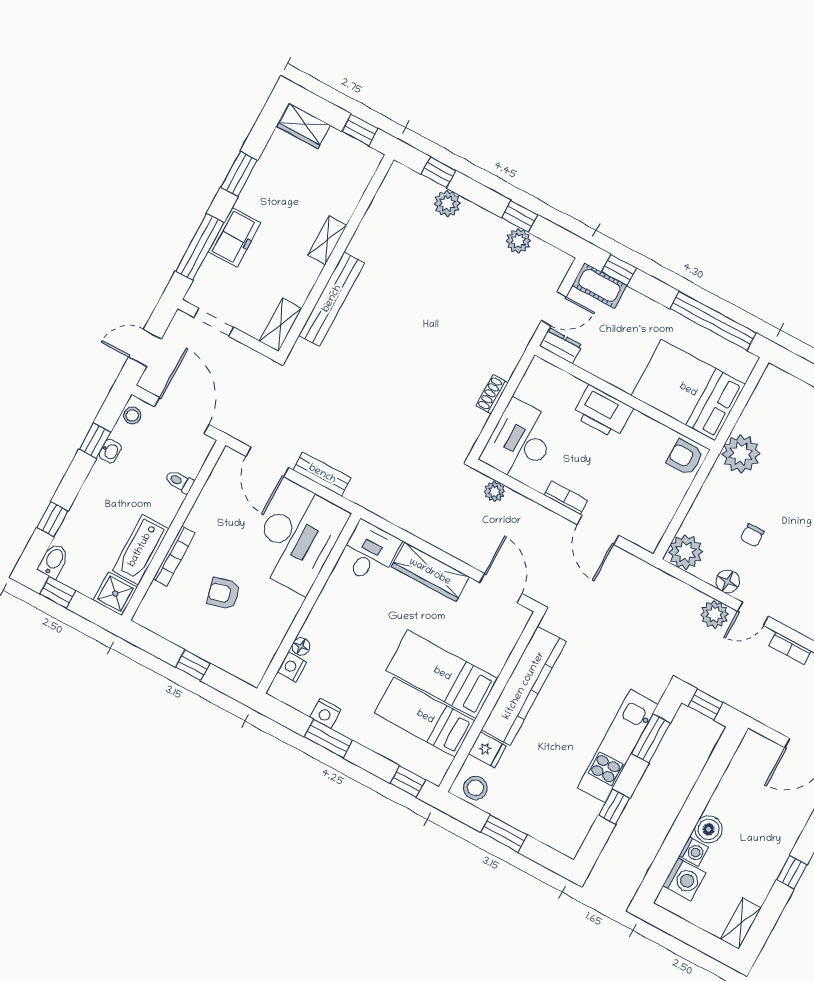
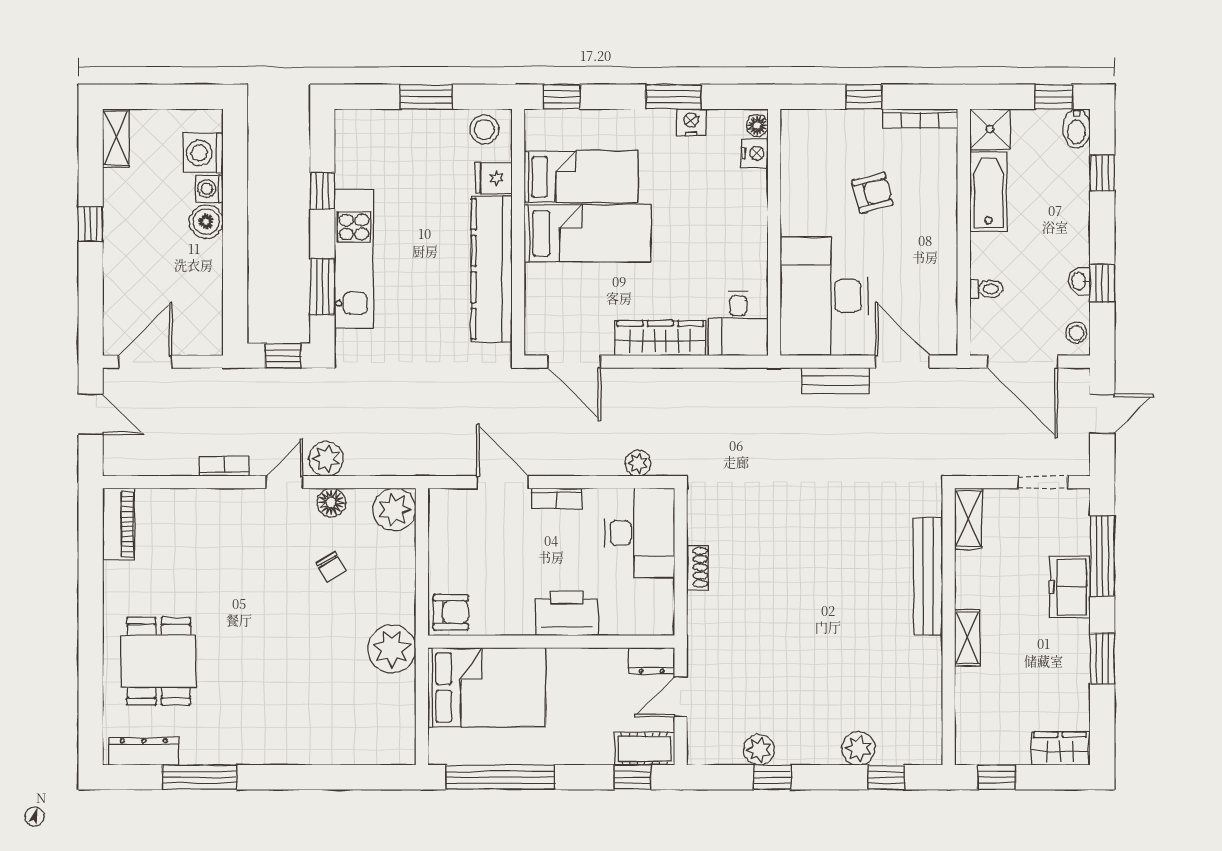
chair: (752, 535) -> (332, 567), turned 149
bookcase: (174, 556) -> (920, 118), moved, turned -90
floor lamp: (301, 646) -> (757, 125), moved

